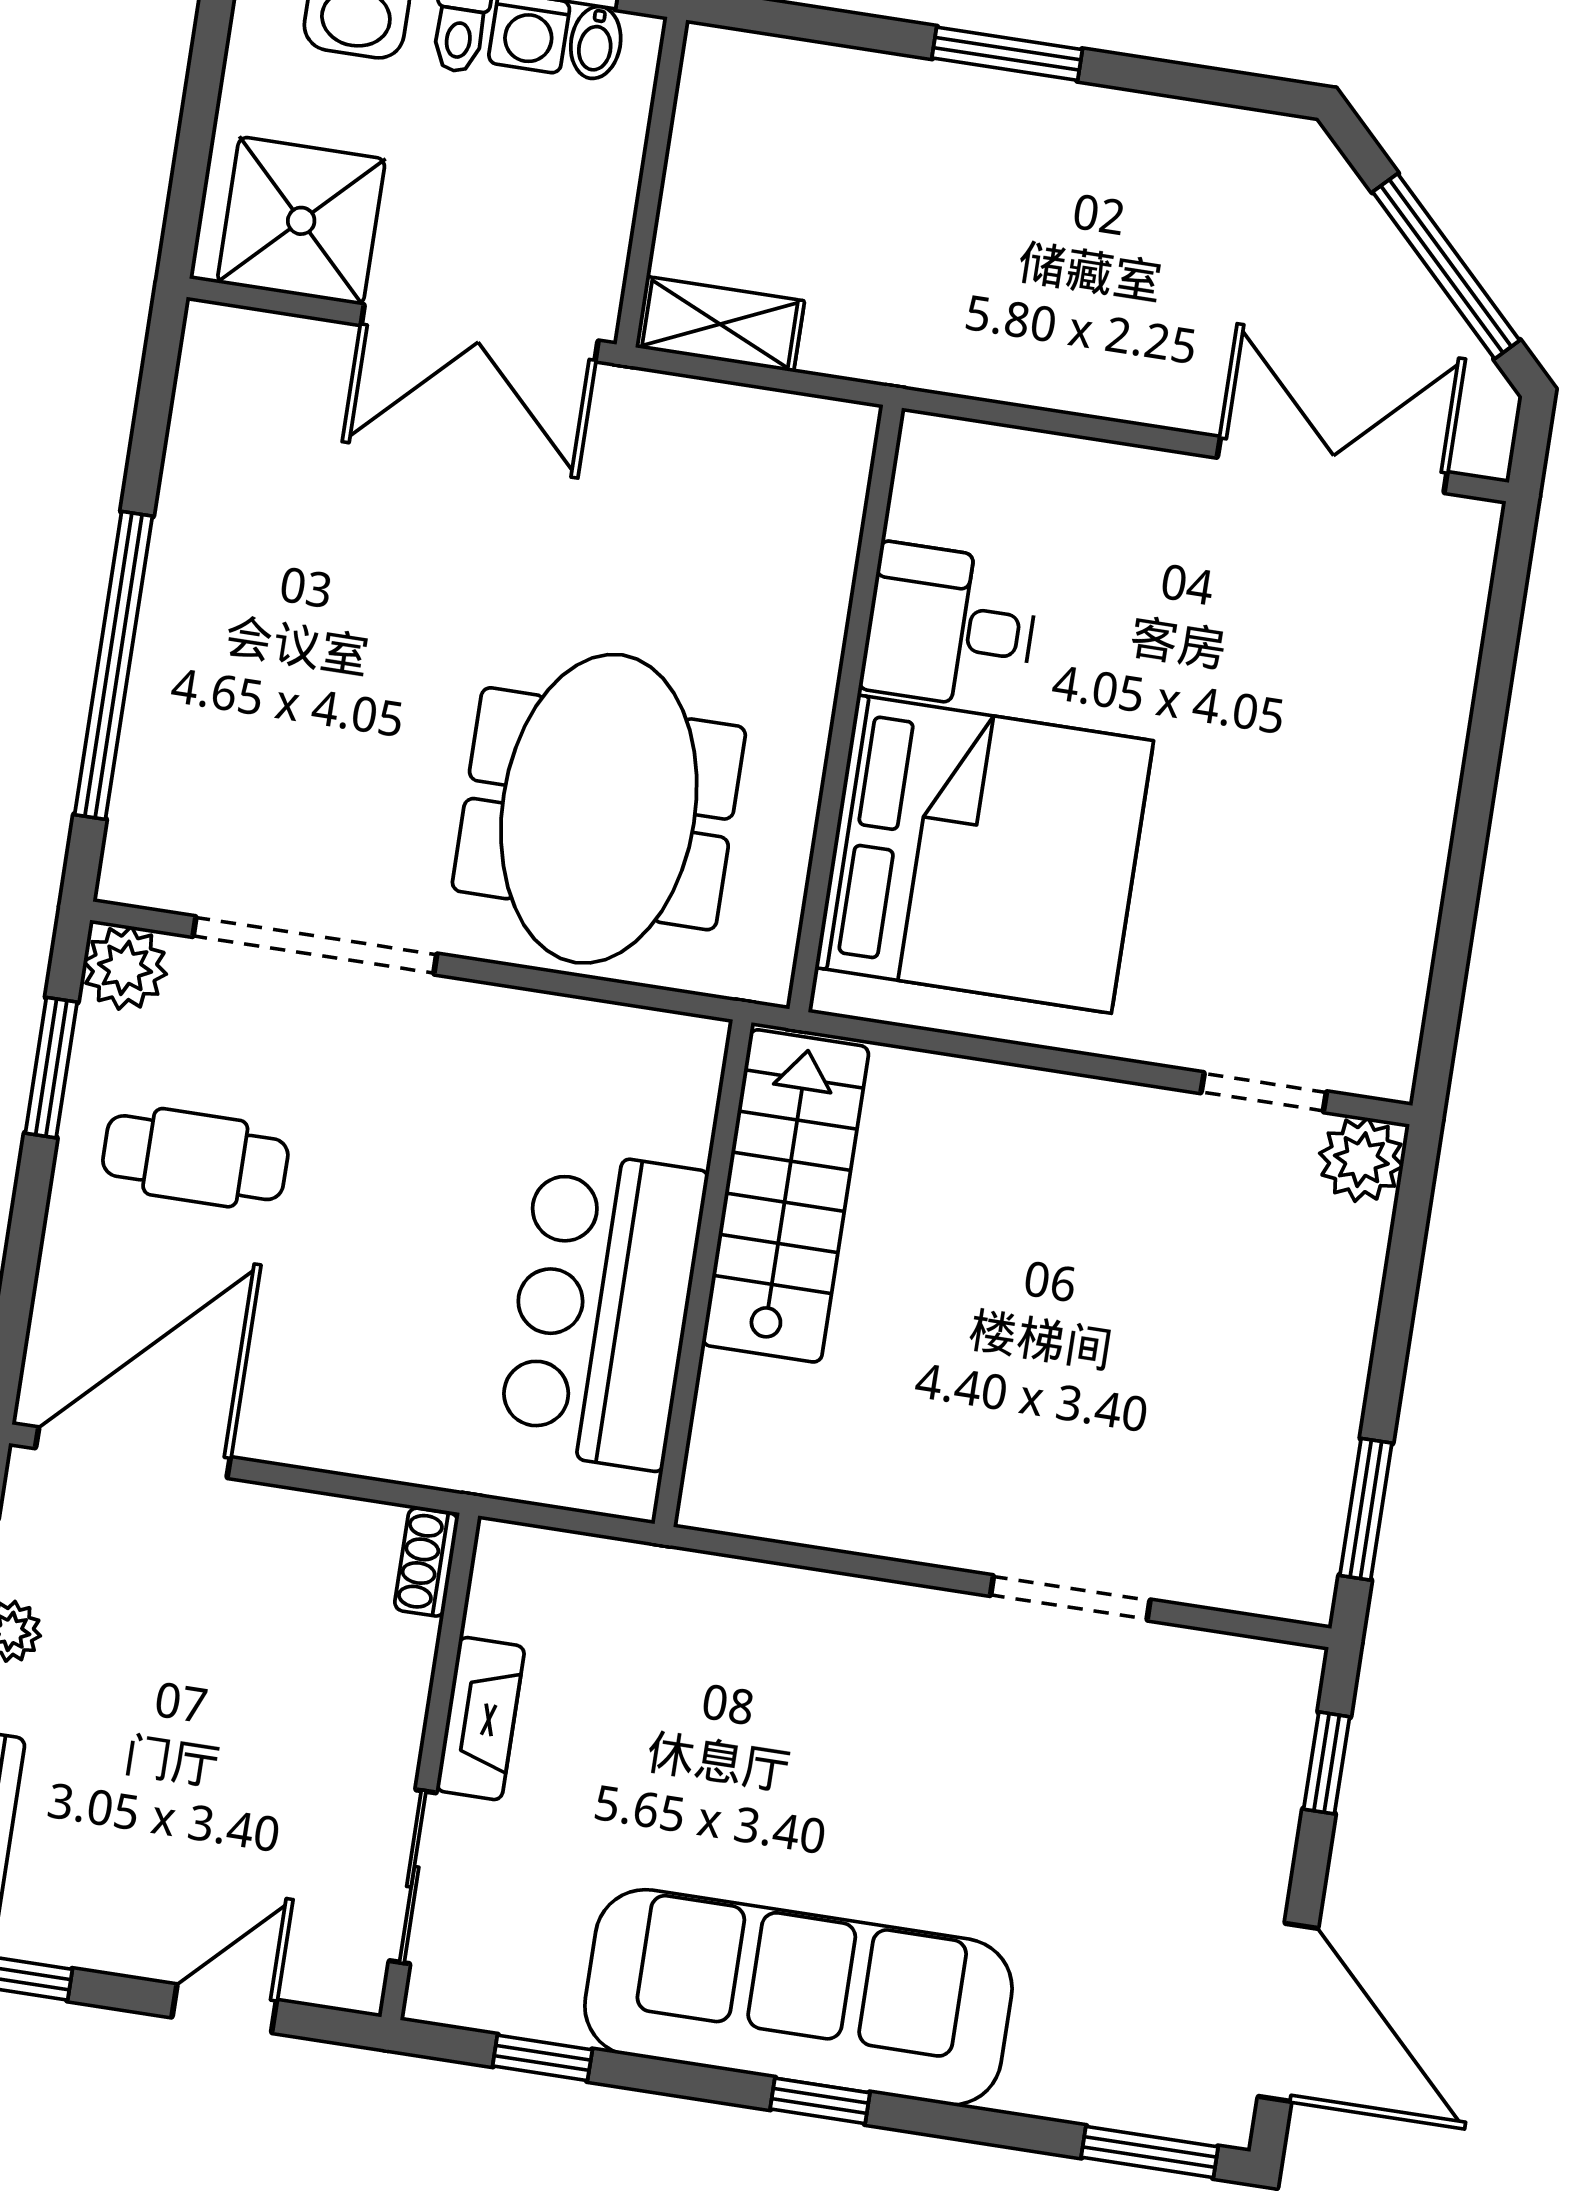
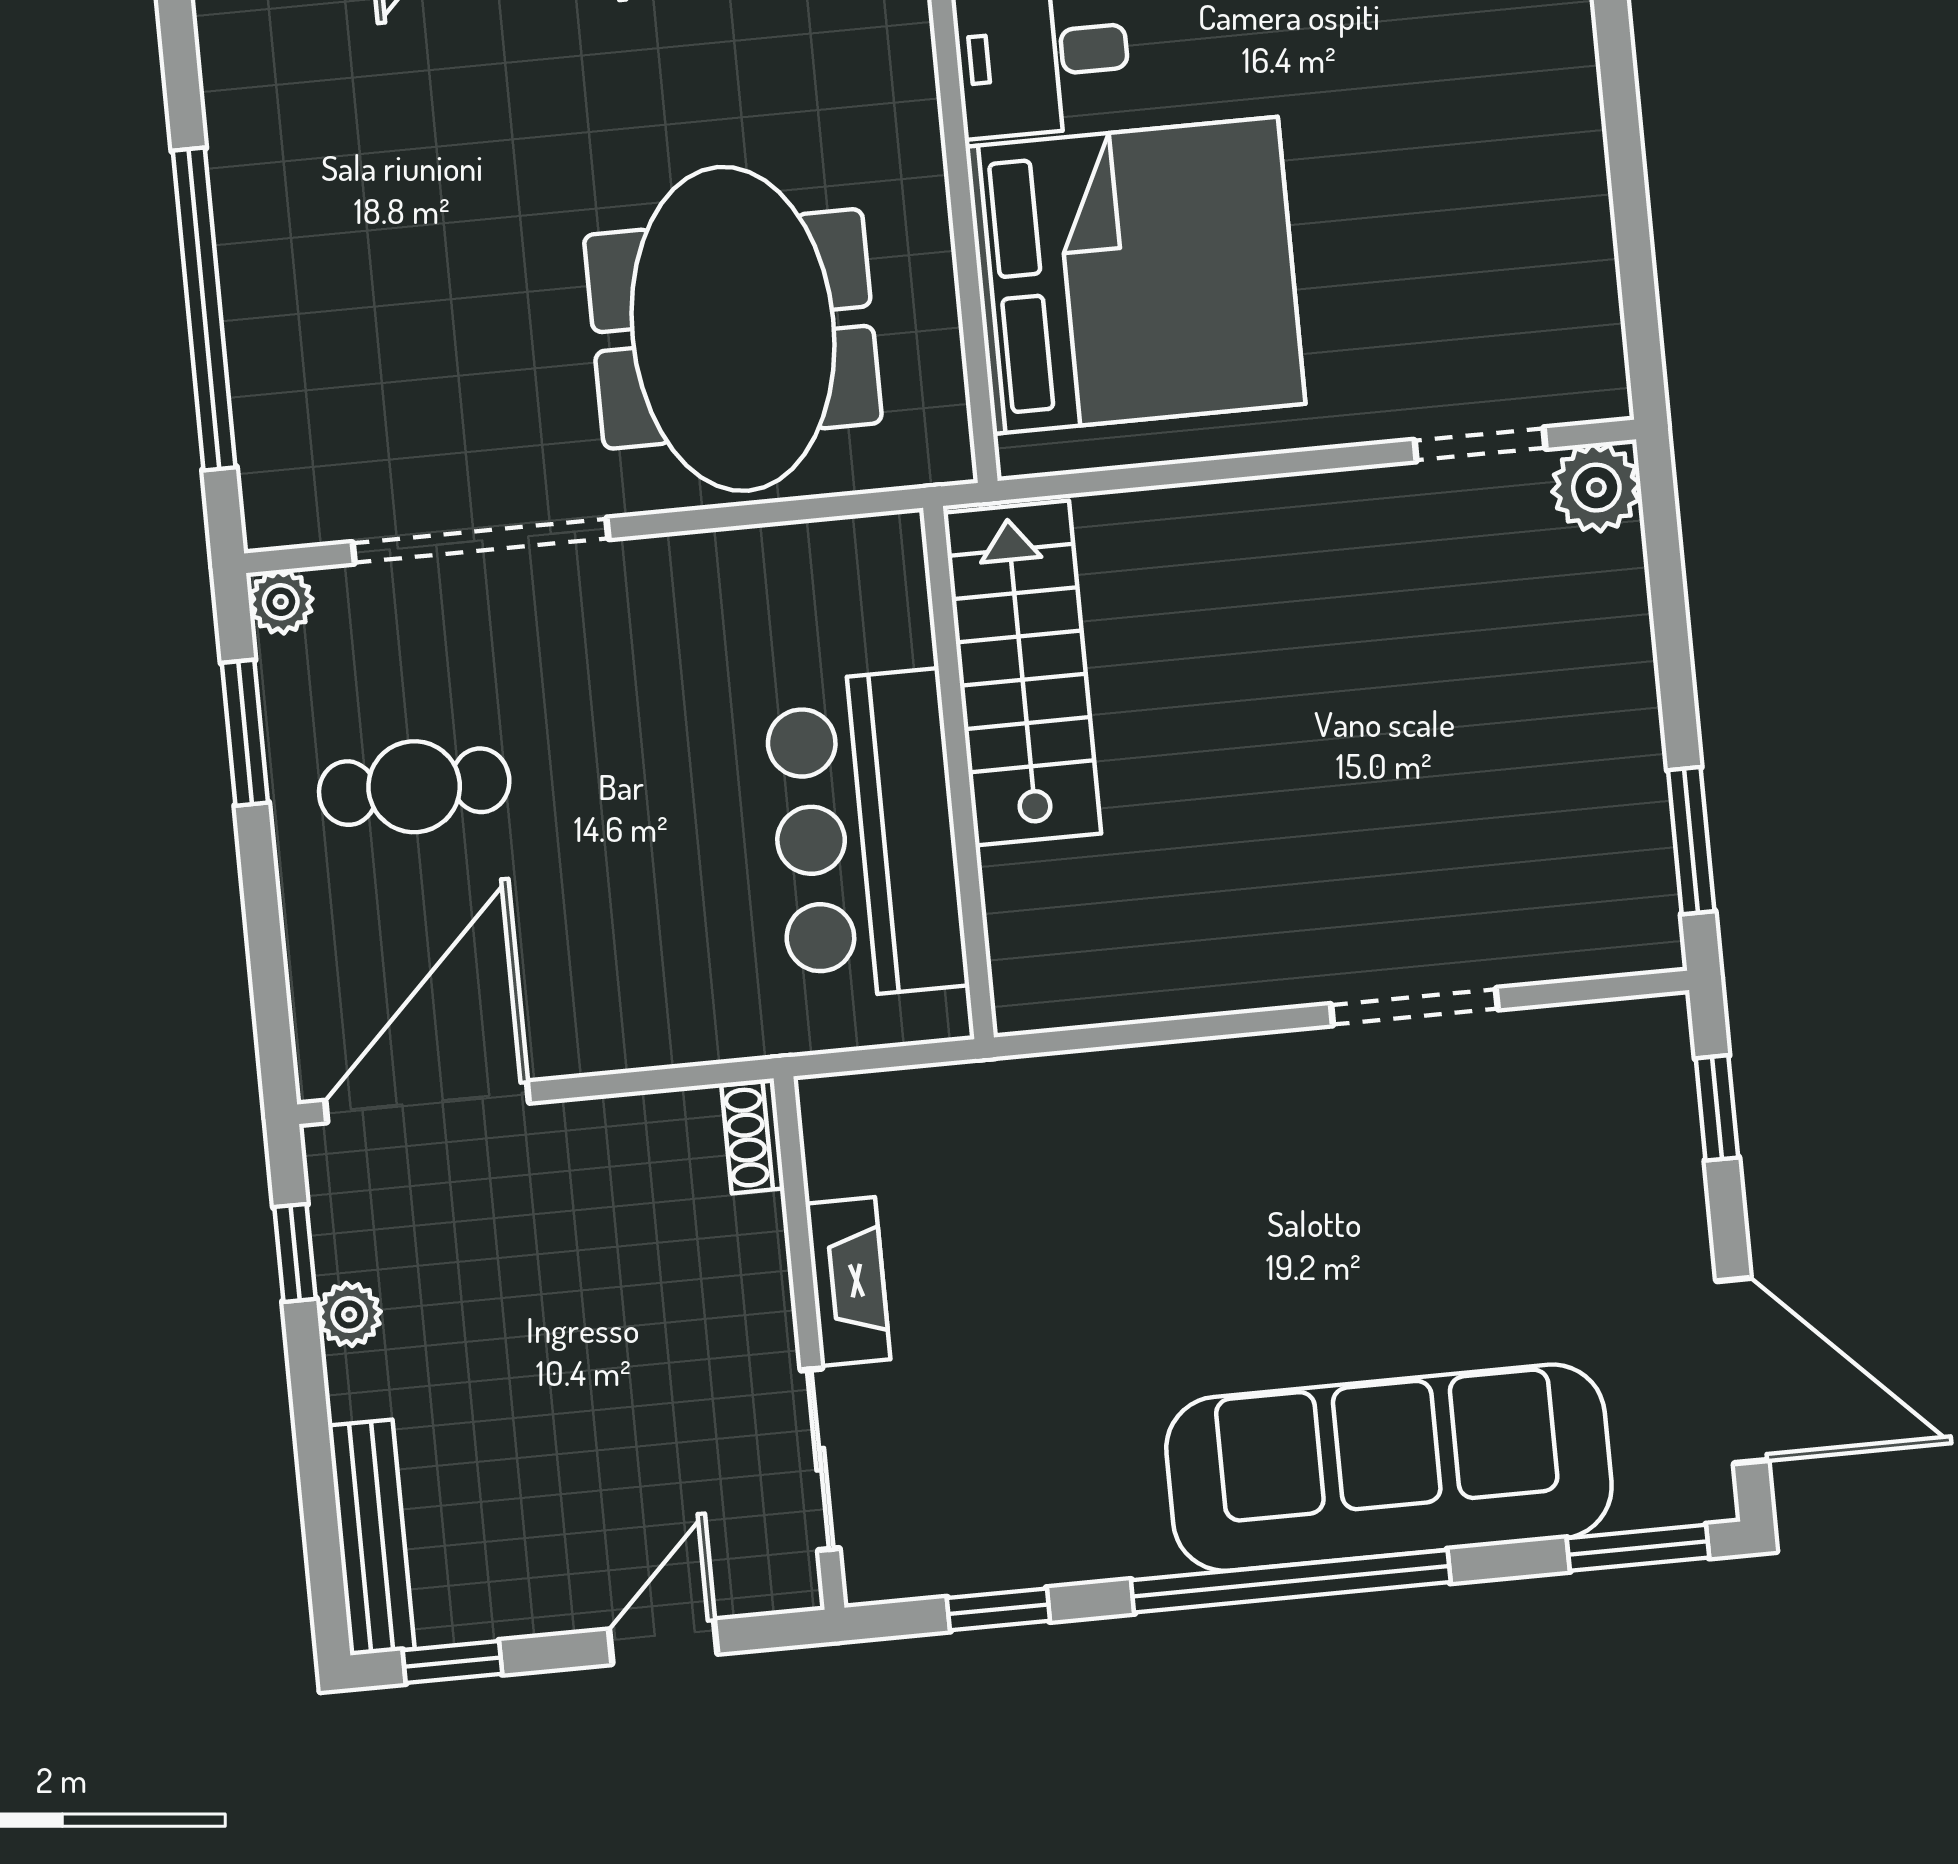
plant: (125, 968) -> (281, 602), width x0.73, depth x0.73
sofa: (798, 1997) -> (1389, 1468), moved
window: (820, 2101) -> (1291, 1581), width x3.17

